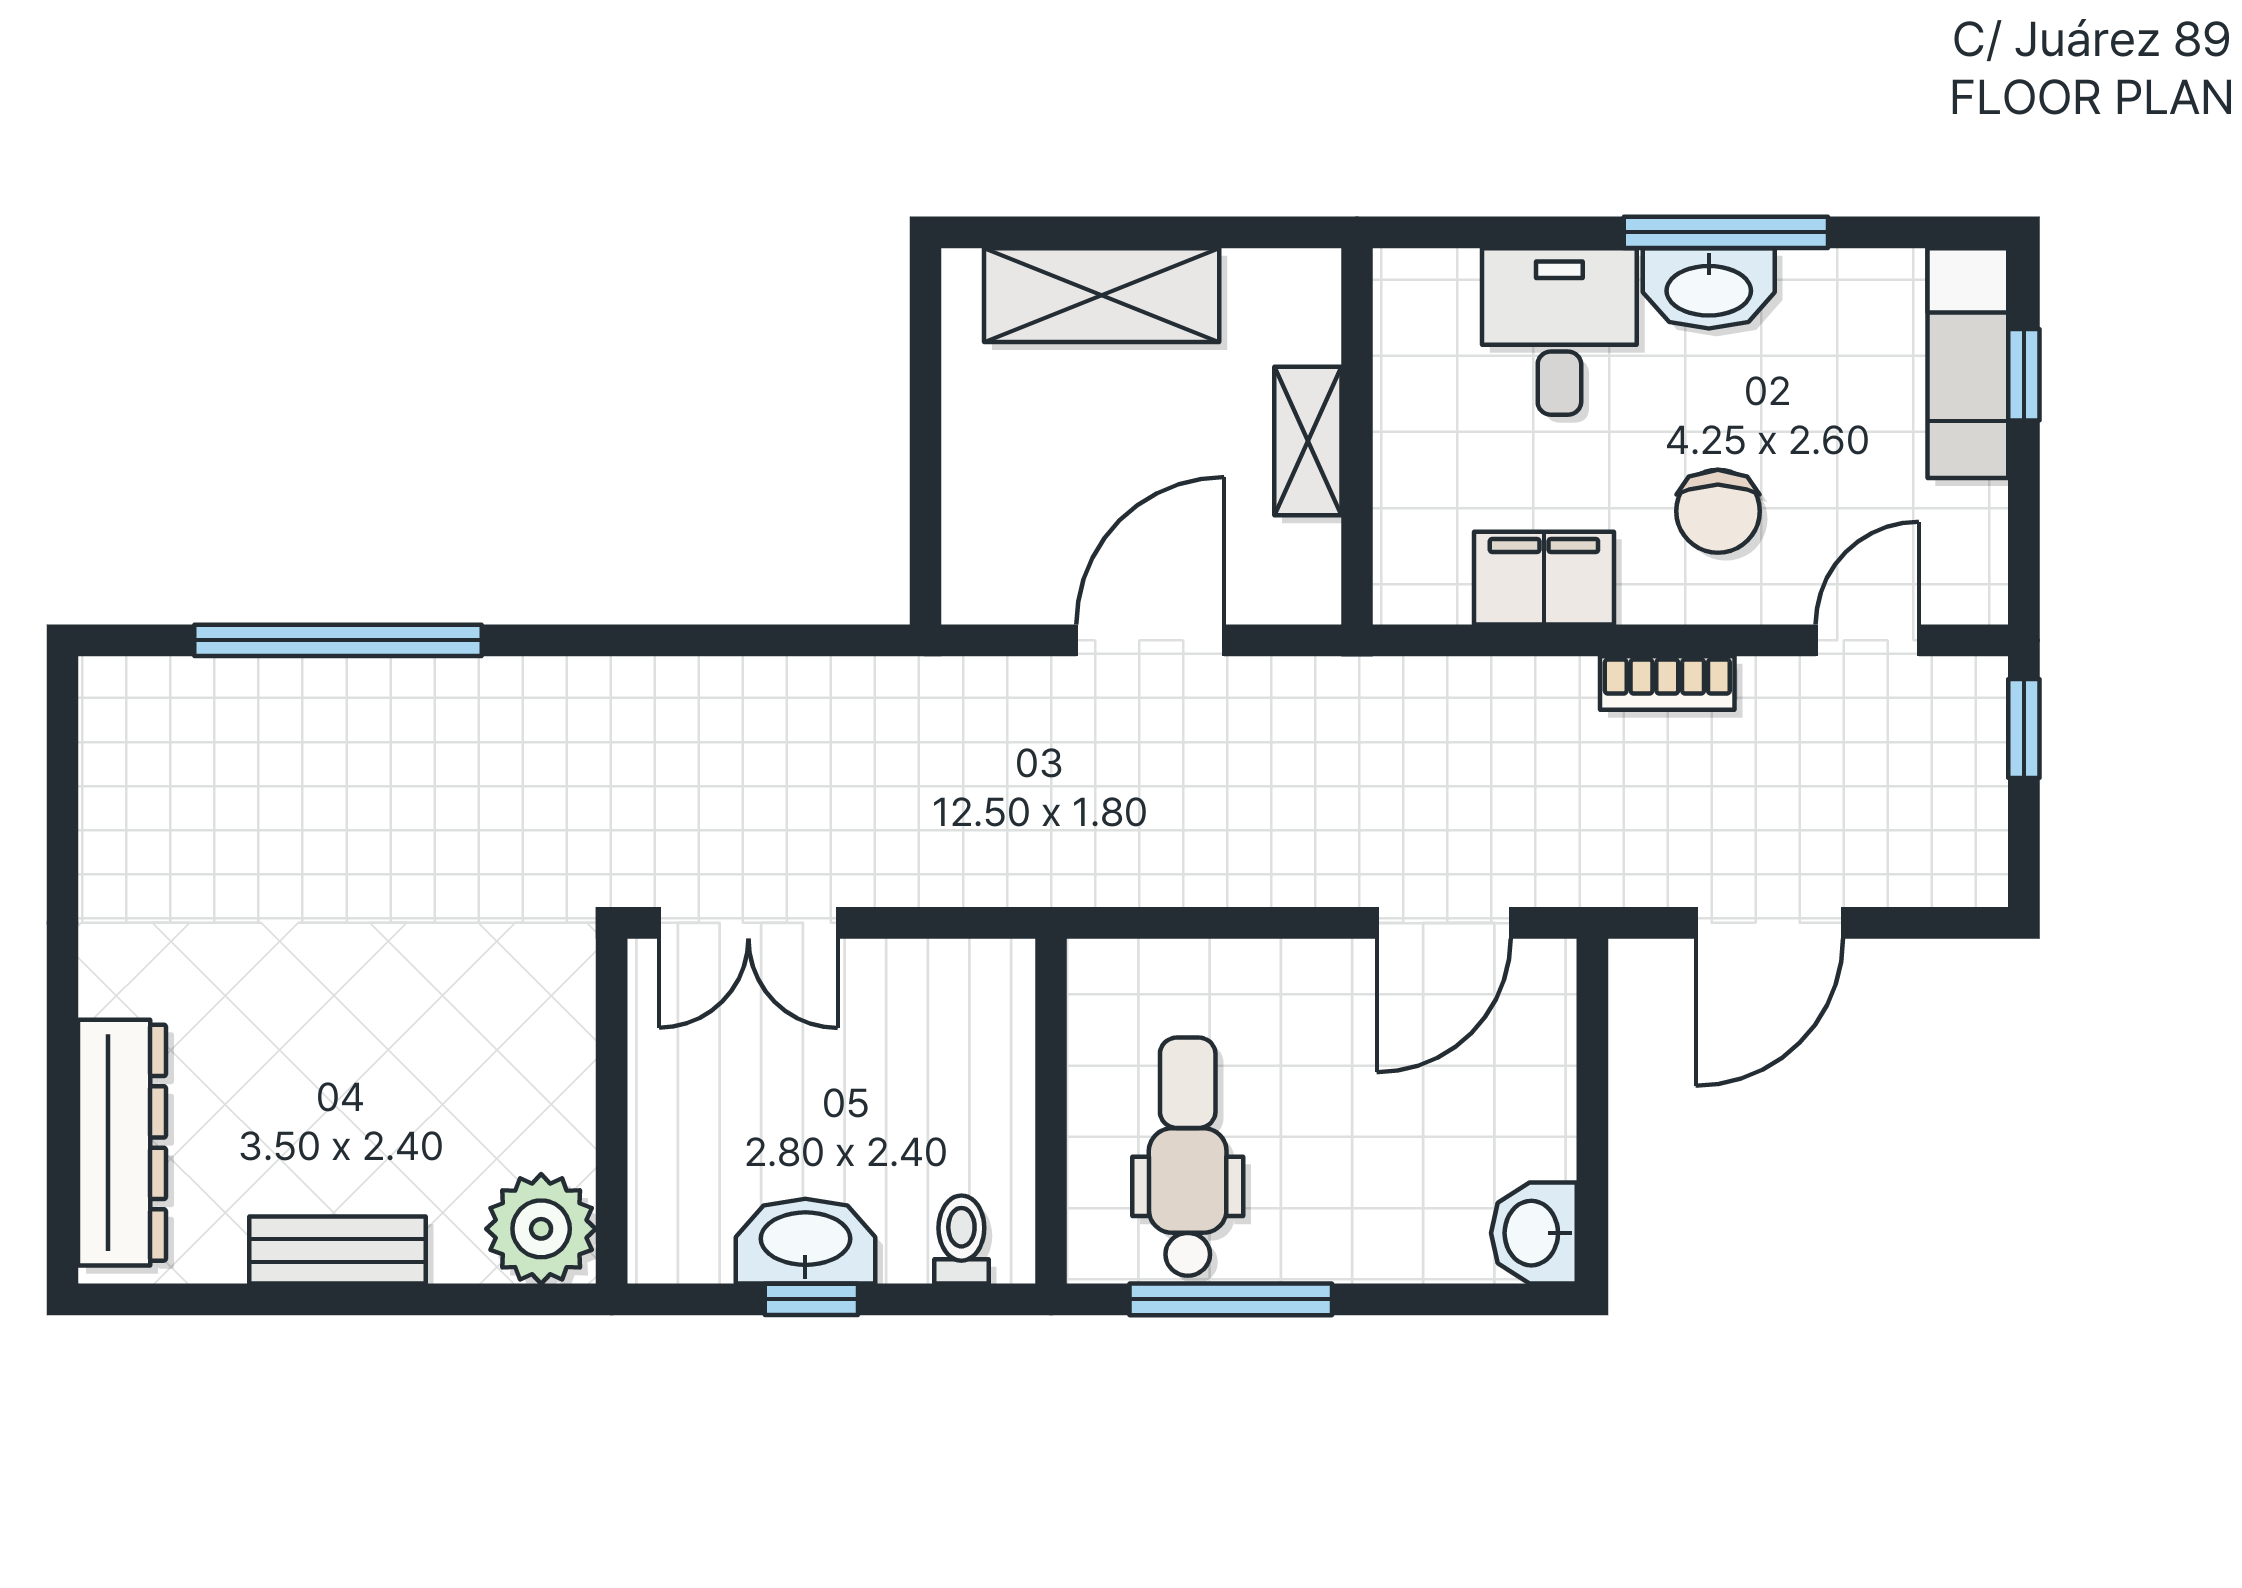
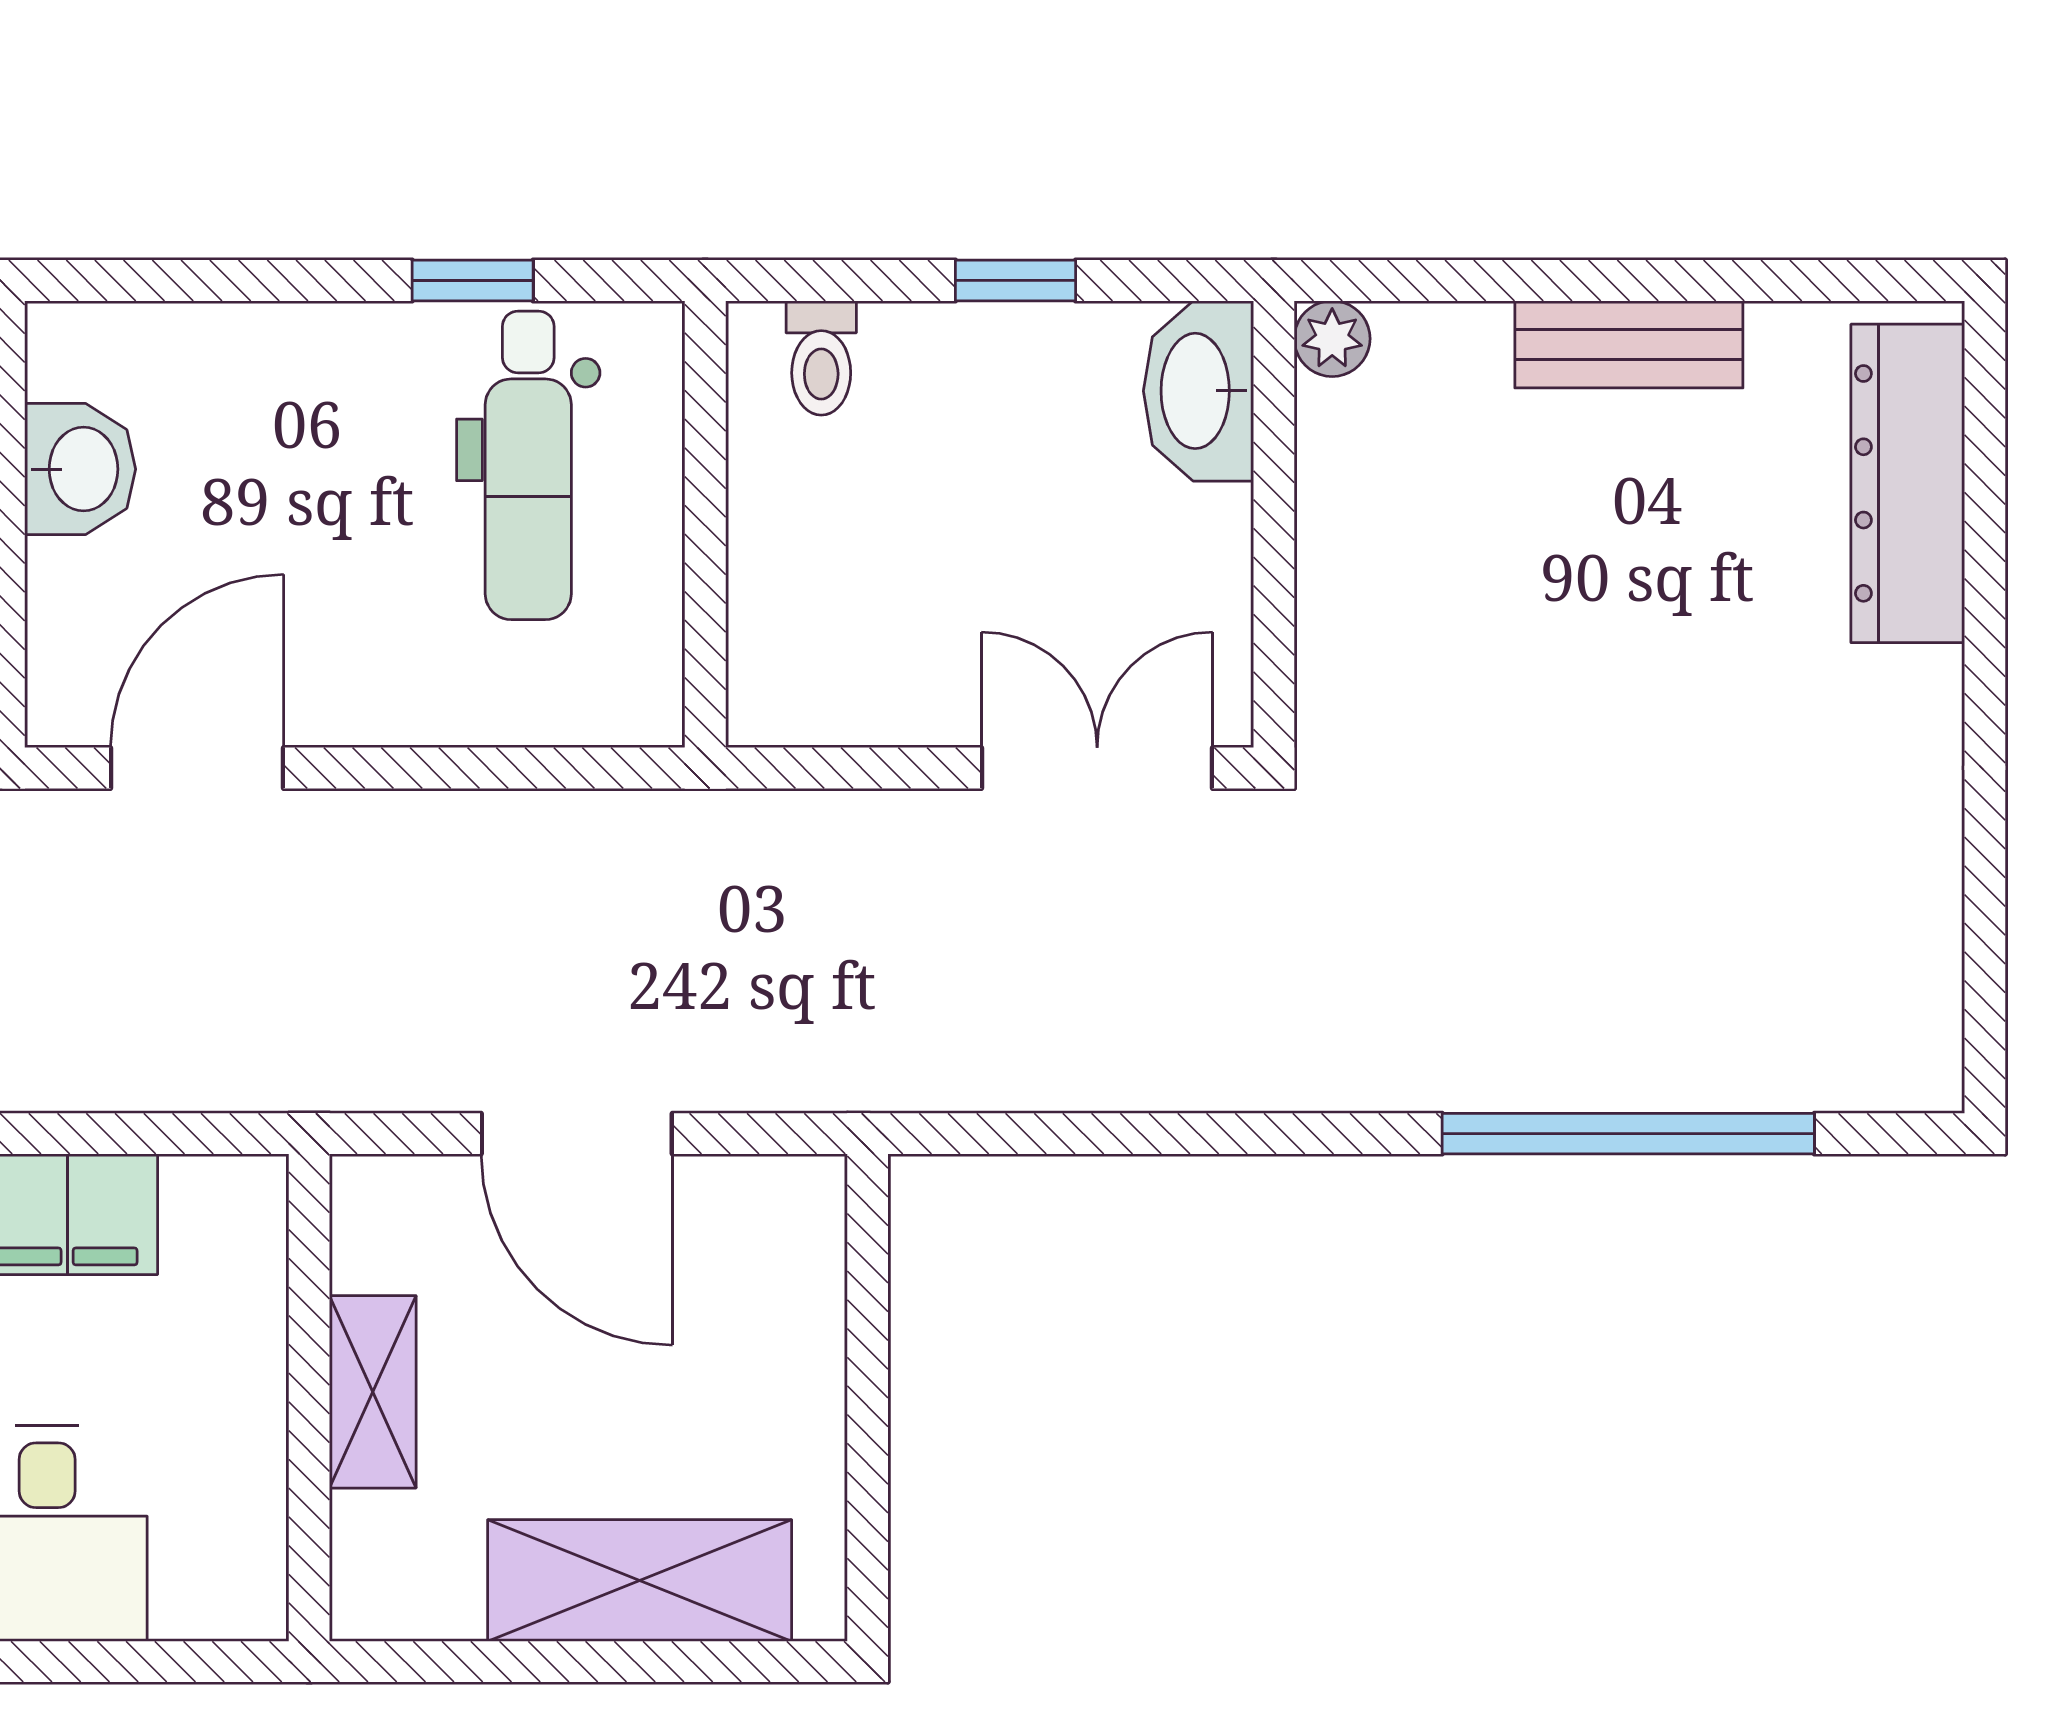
door: (1150, 640) -> (577, 1134), hinge flipped
plant: (541, 1229) -> (1332, 339), width x0.53, depth x0.53
washbasin: (1534, 1233) -> (80, 469), moved
washbasin: (805, 1241) -> (1199, 391), moved, turned 90
window: (1231, 1299) -> (473, 280), width x0.46

